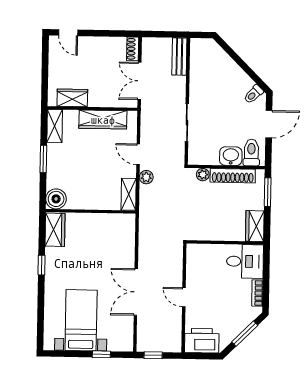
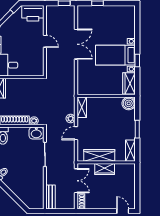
wardrobe: (72, 98) -> (105, 169), moved
door: (138, 154) -> (76, 133), swing flipped
washbasin: (231, 156) -> (36, 133), moved
bed with nightstands: (81, 320) -> (115, 55), moved, turned 90

